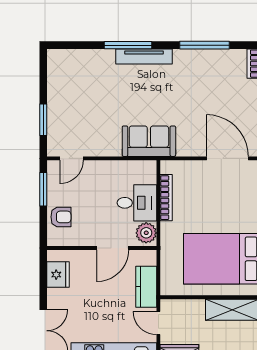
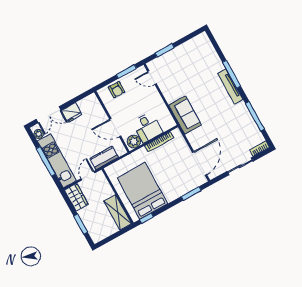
fridge: (58, 275) -> (71, 113), moved

